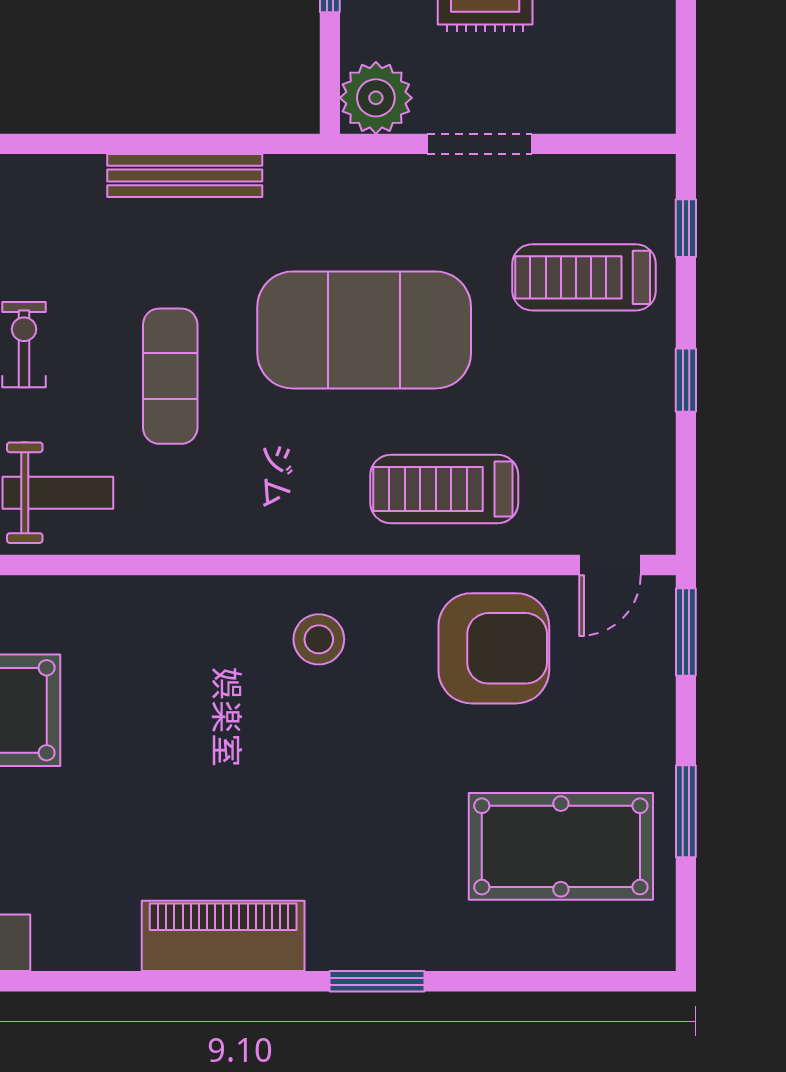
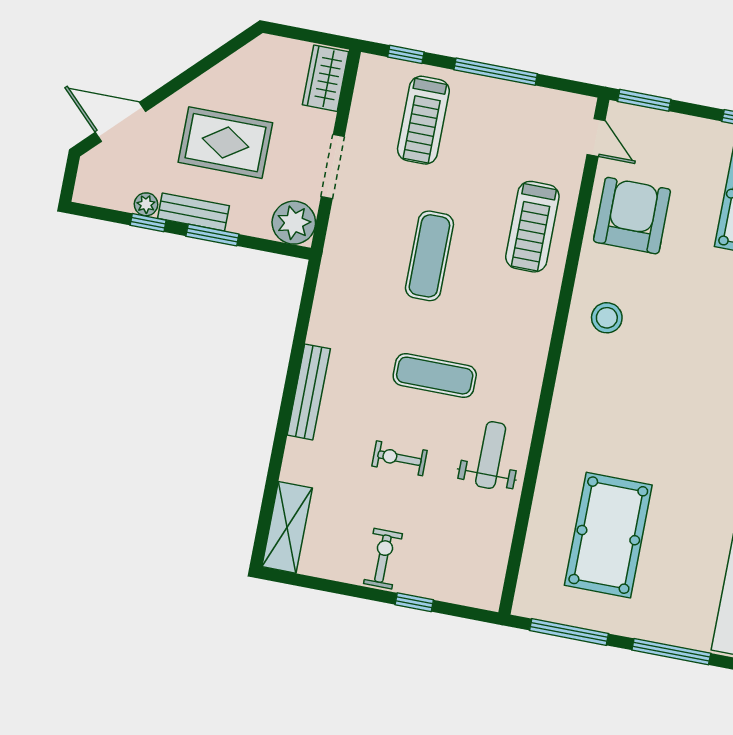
wardrobe: (622, 104) -> (326, 78), added
bench: (185, 176) -> (309, 392), moved
exercise mat: (364, 330) -> (429, 256), width x0.50, depth x0.69
window: (686, 380) -> (496, 72), width x2.17

